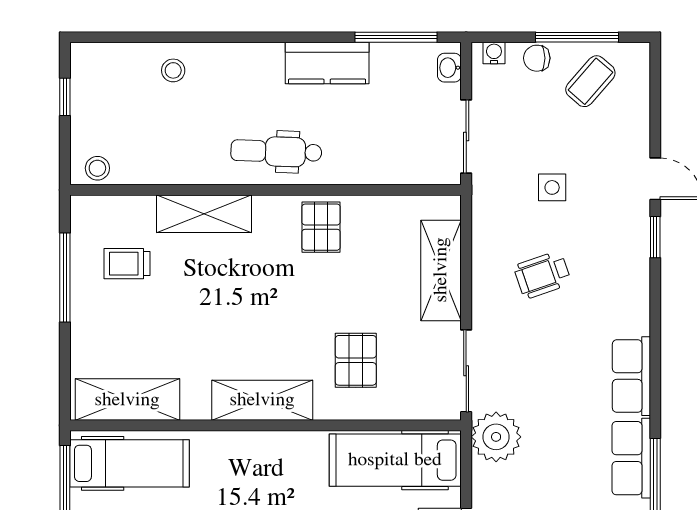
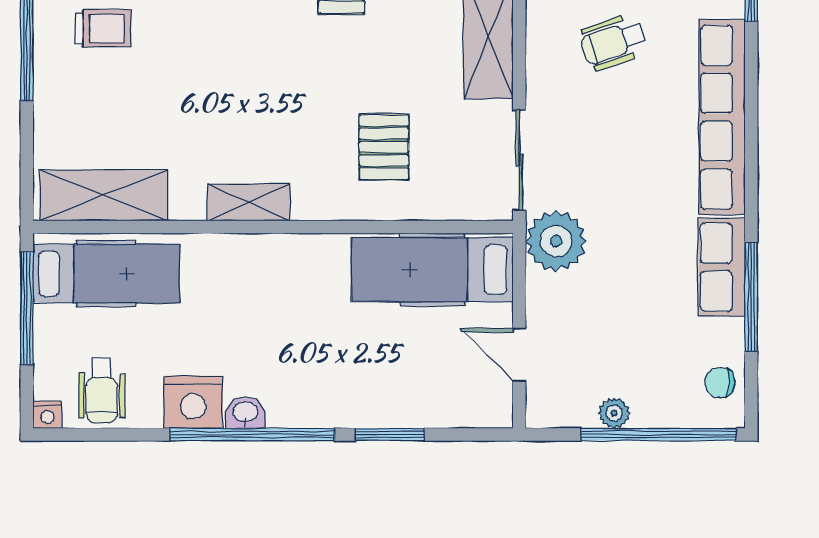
trolley: (127, 264) -> (103, 28), turned 180
row of seats: (631, 376) -> (722, 117), width x2.02
shelving: (262, 400) -> (249, 202), width x0.67, depth x0.75

